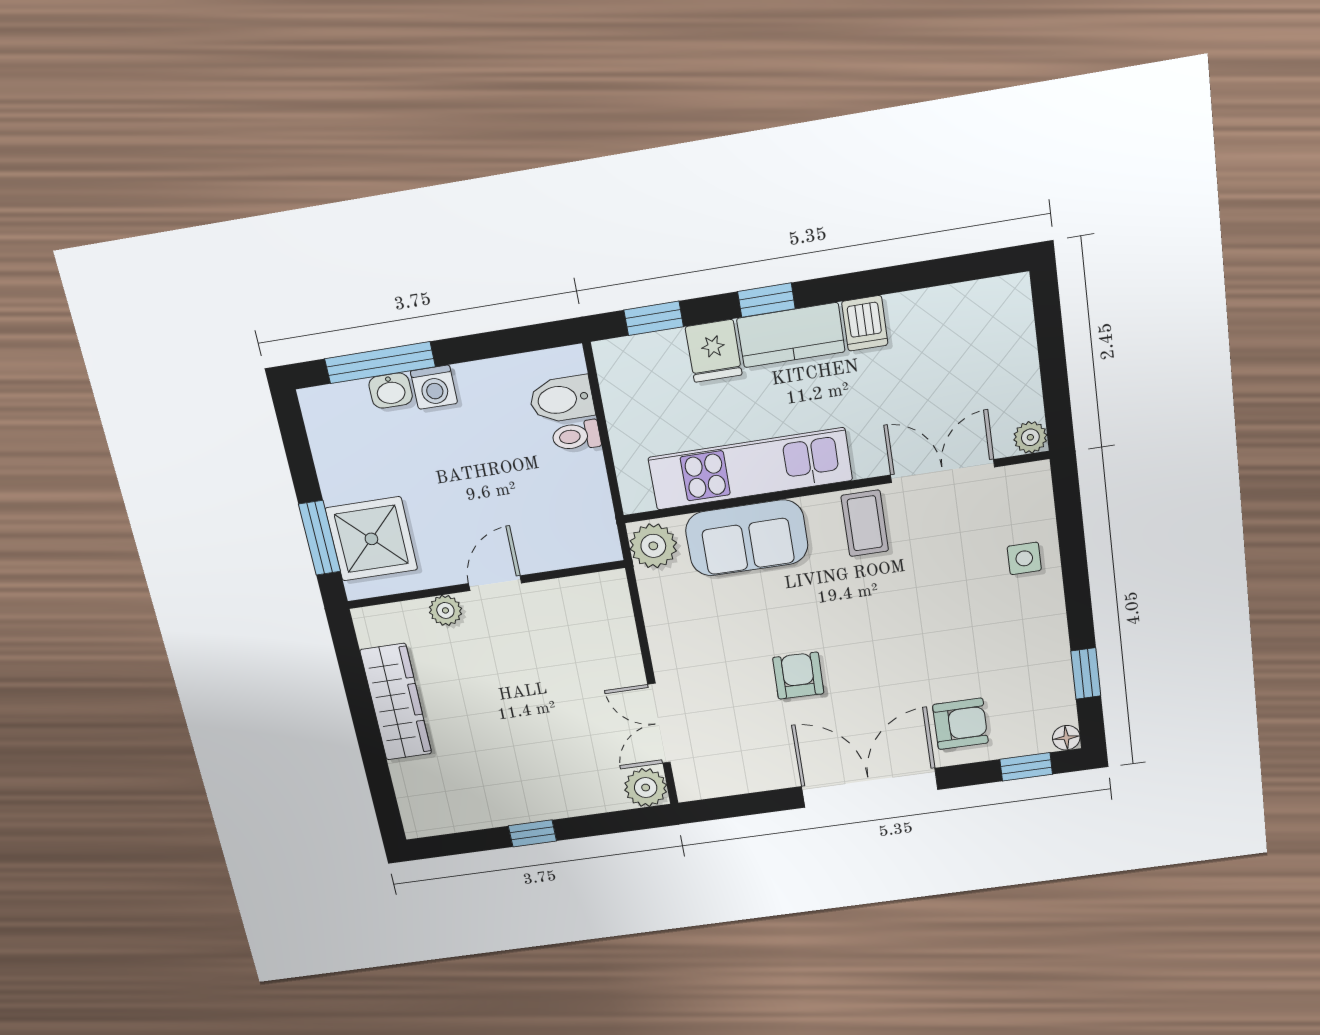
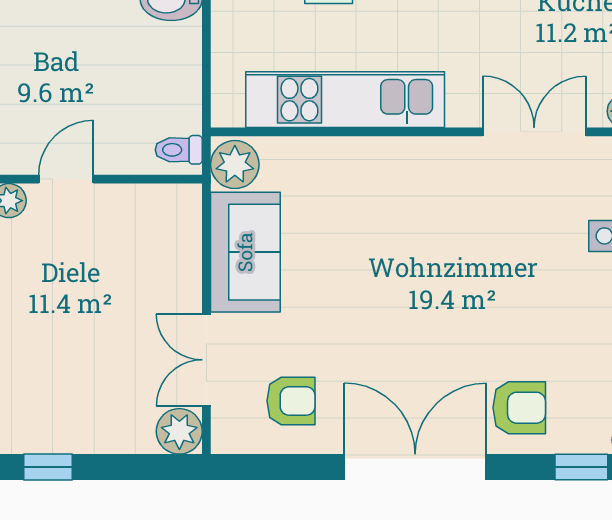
toilet: (576, 436) -> (179, 150), moved
coffee table: (865, 523) -> (450, 174), removed
sofa: (747, 538) -> (245, 252), moved, turned -90
armchair: (798, 676) -> (291, 401), moved, turned 89

